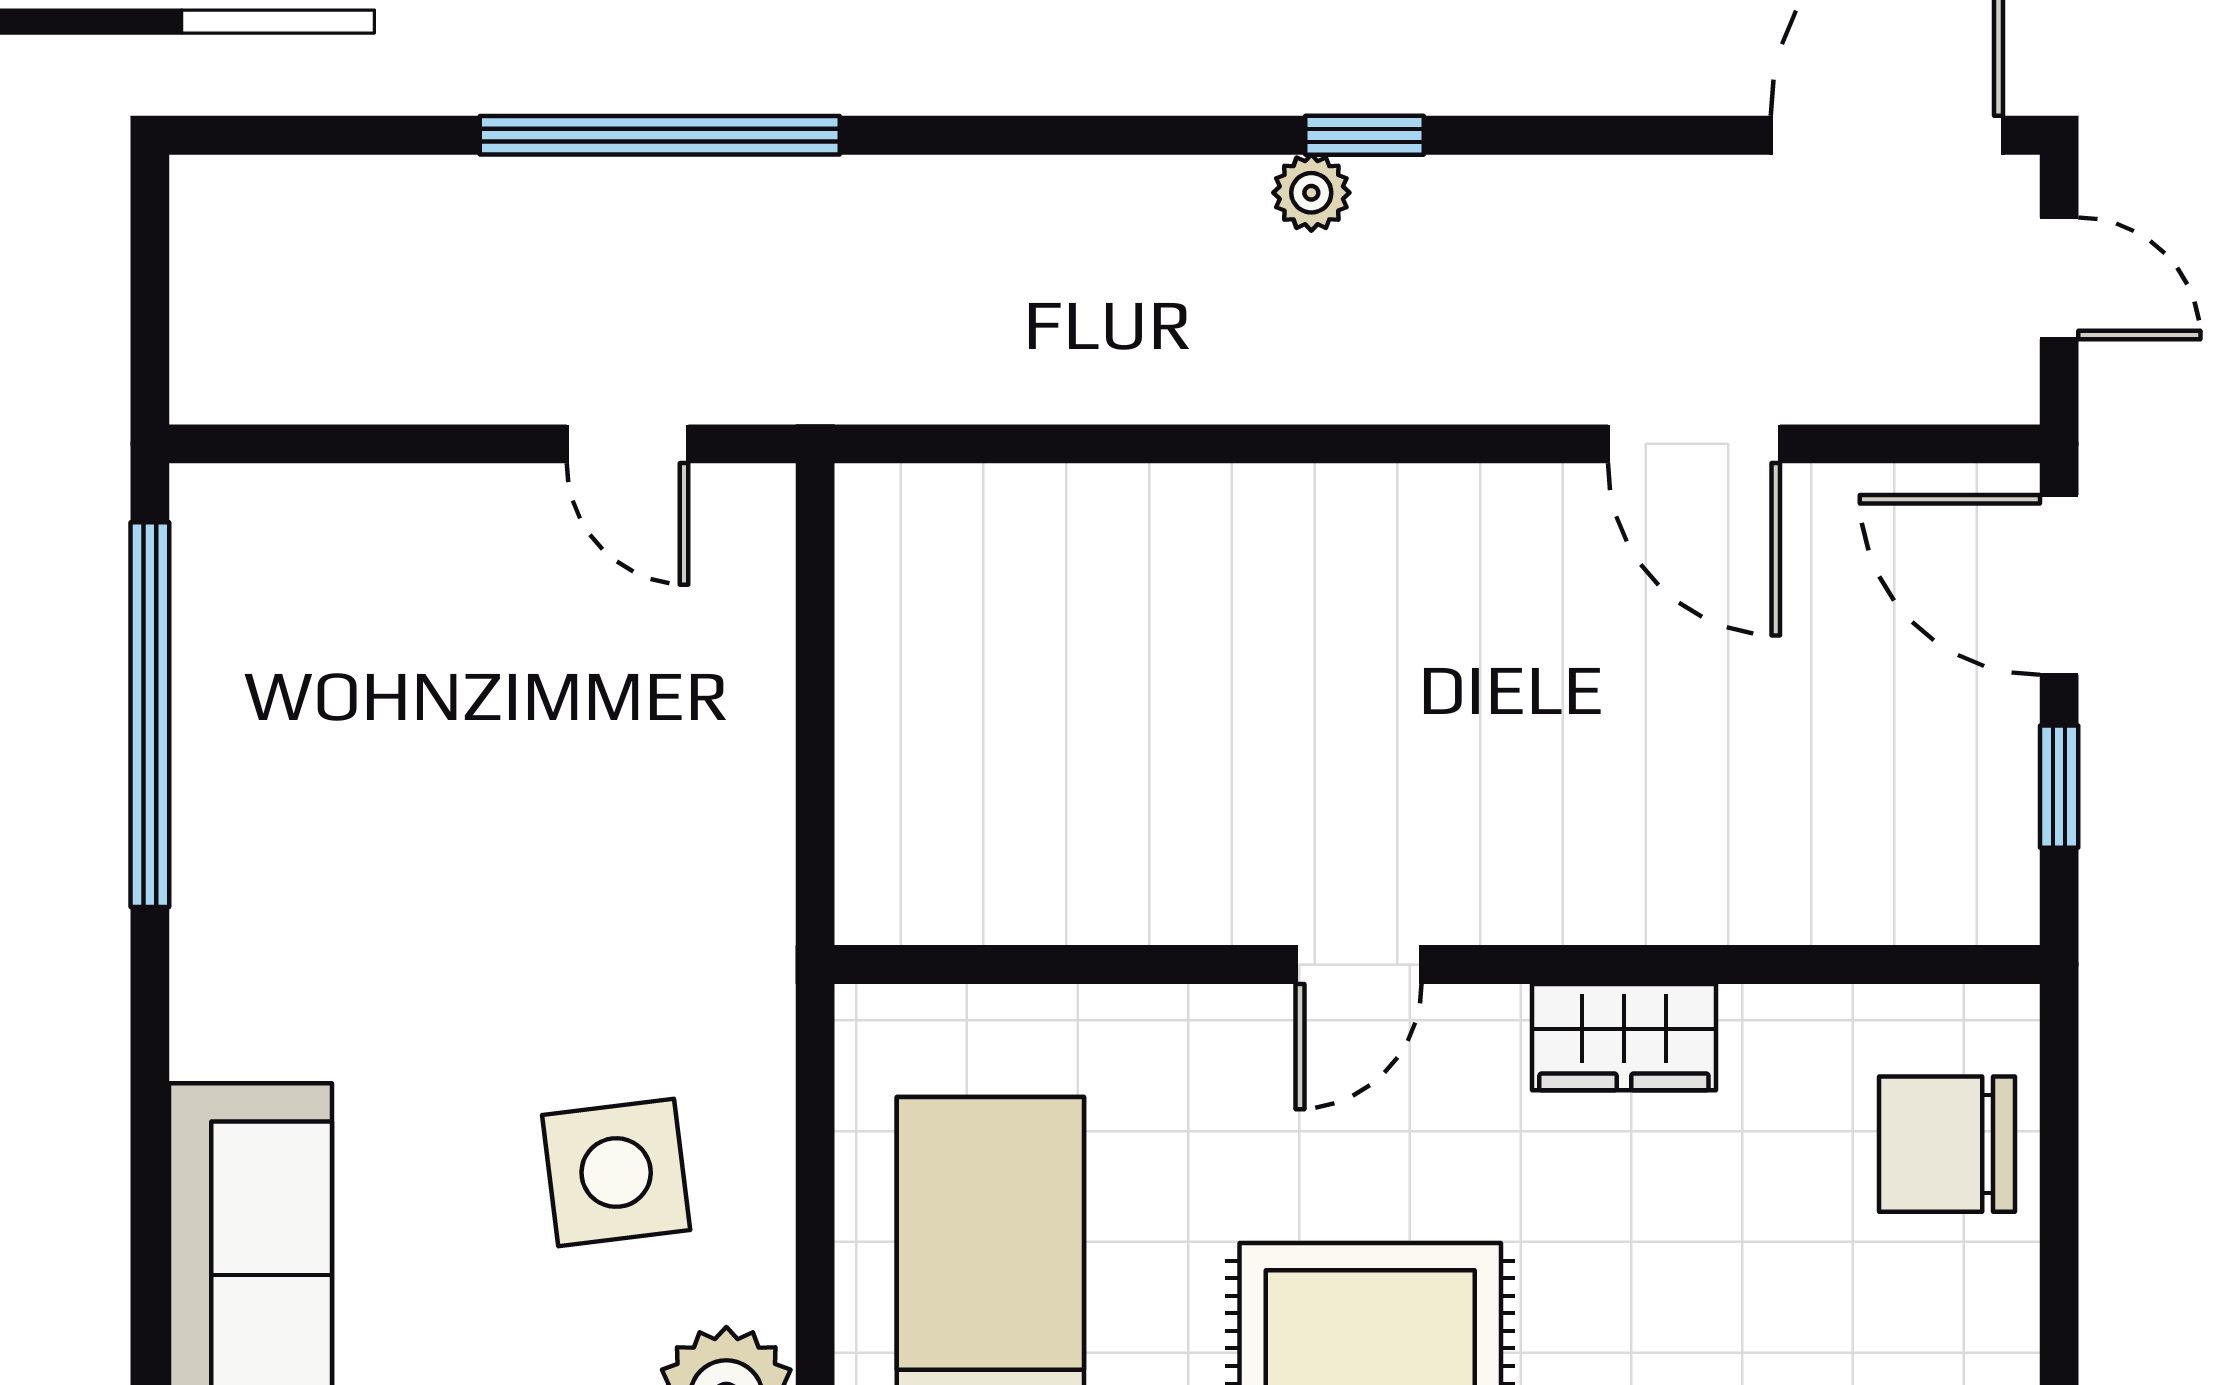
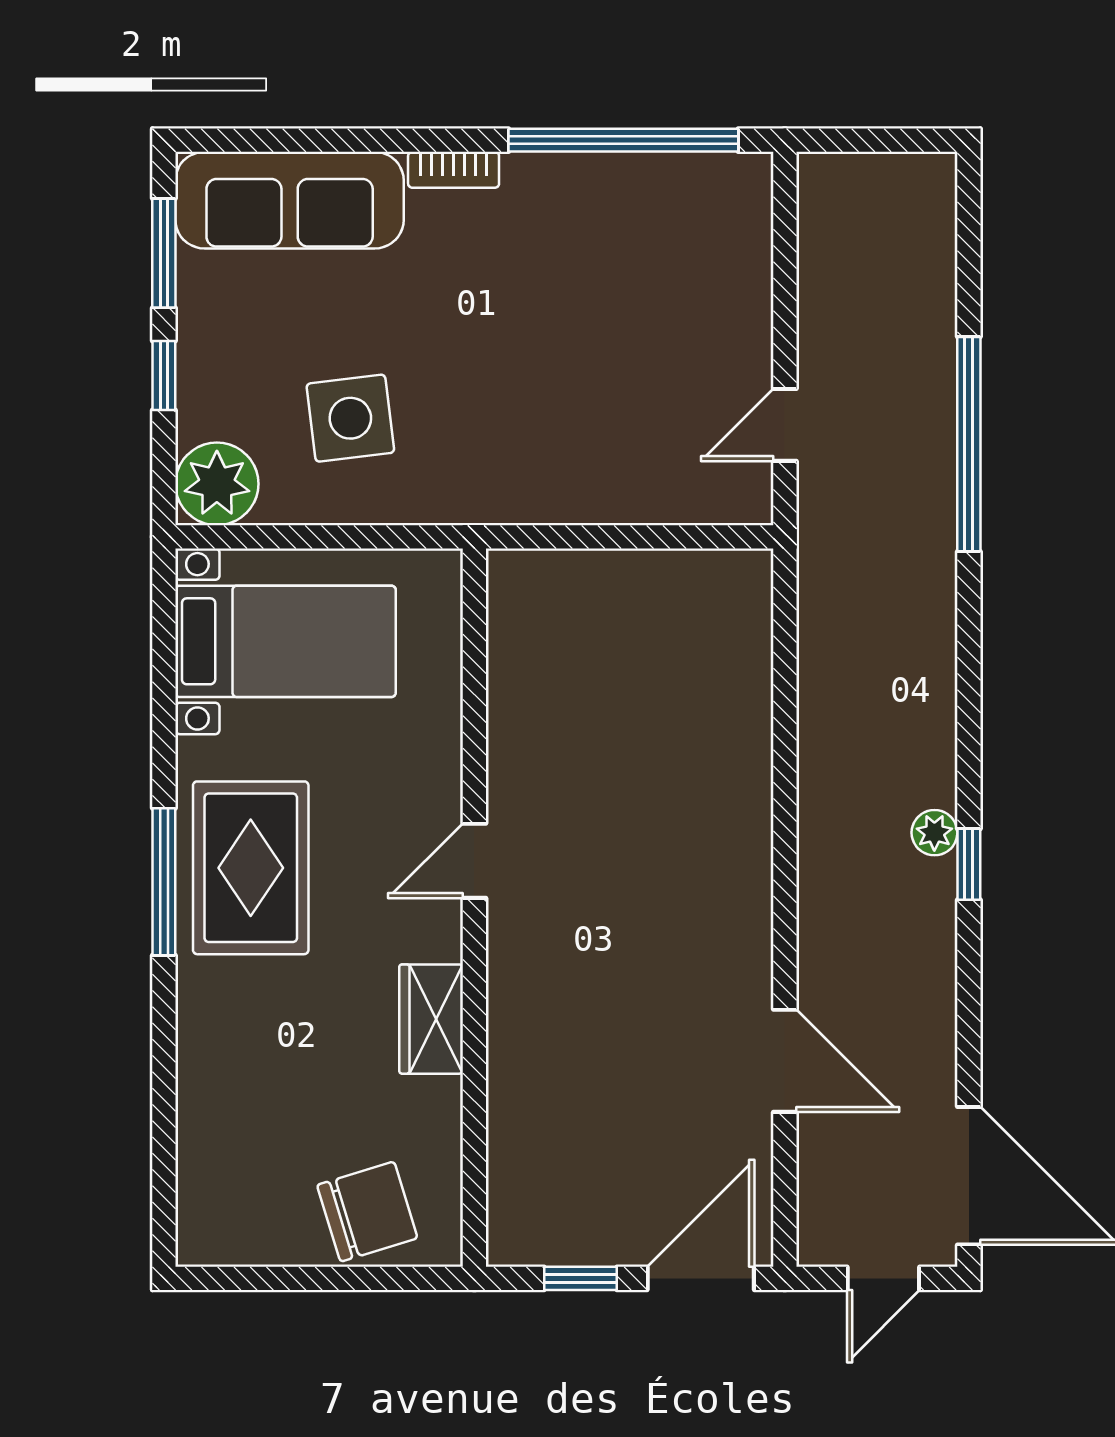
door: (1694, 444) -> (785, 1061), swing flipped
door: (1358, 965) -> (474, 861), hinge flipped
bookcase: (200, 999) -> (454, 170), added
chair: (1947, 1144) -> (367, 1212), turned 73

